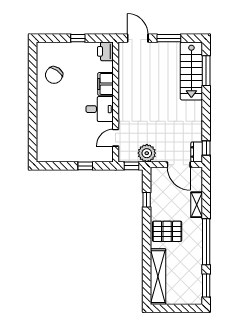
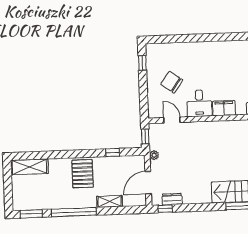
chair: (54, 75) -> (172, 82), moved
dresser: (197, 152) -> (172, 199), moved
plant: (147, 153) -> (154, 155), width x0.53, depth x0.53
window: (85, 166) -> (142, 63), moved
shelving: (158, 277) -> (29, 167), width x0.68

